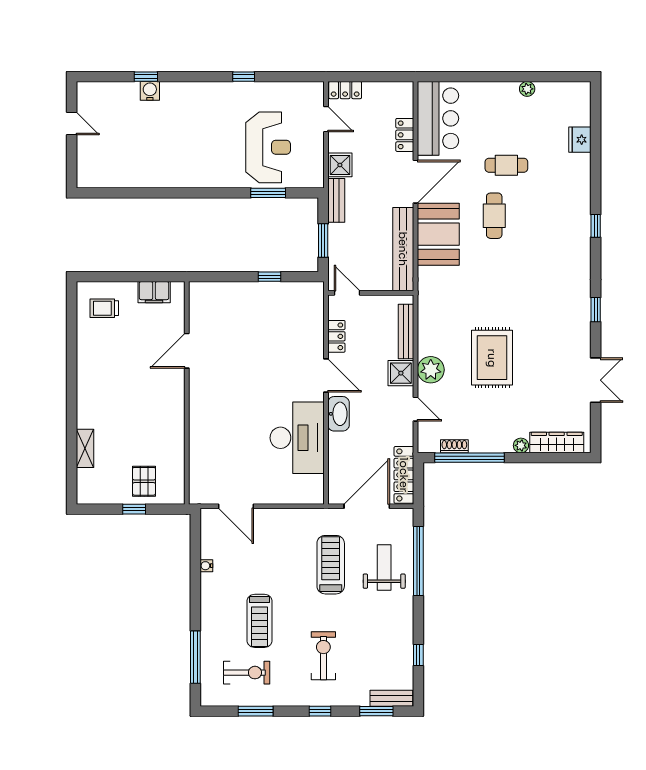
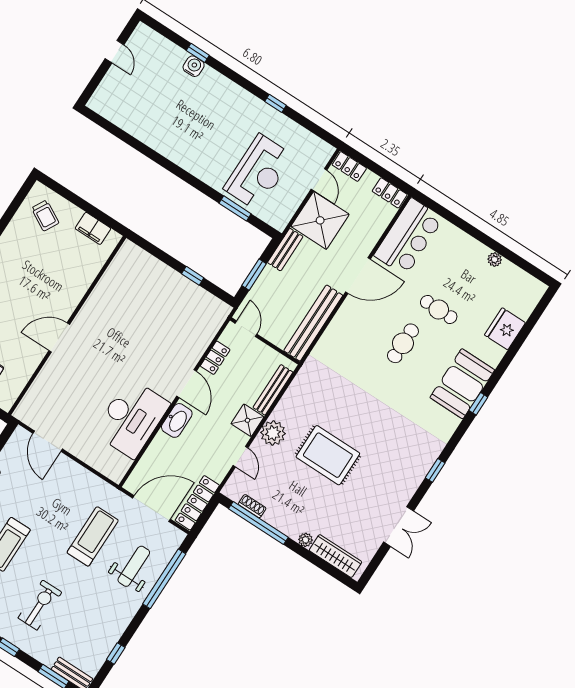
locker: (405, 135) -> (390, 193), moved, turned -90
fridge: (580, 140) -> (505, 329), width x1.36, depth x1.34
shower: (340, 165) -> (320, 220), width x1.86, depth x1.86
booth: (438, 234) -> (462, 384), moved
trolley: (104, 308) -> (45, 216), turned -151
door: (187, 351) -> (59, 338), moved
rug: (492, 358) -> (328, 455), turned 90

